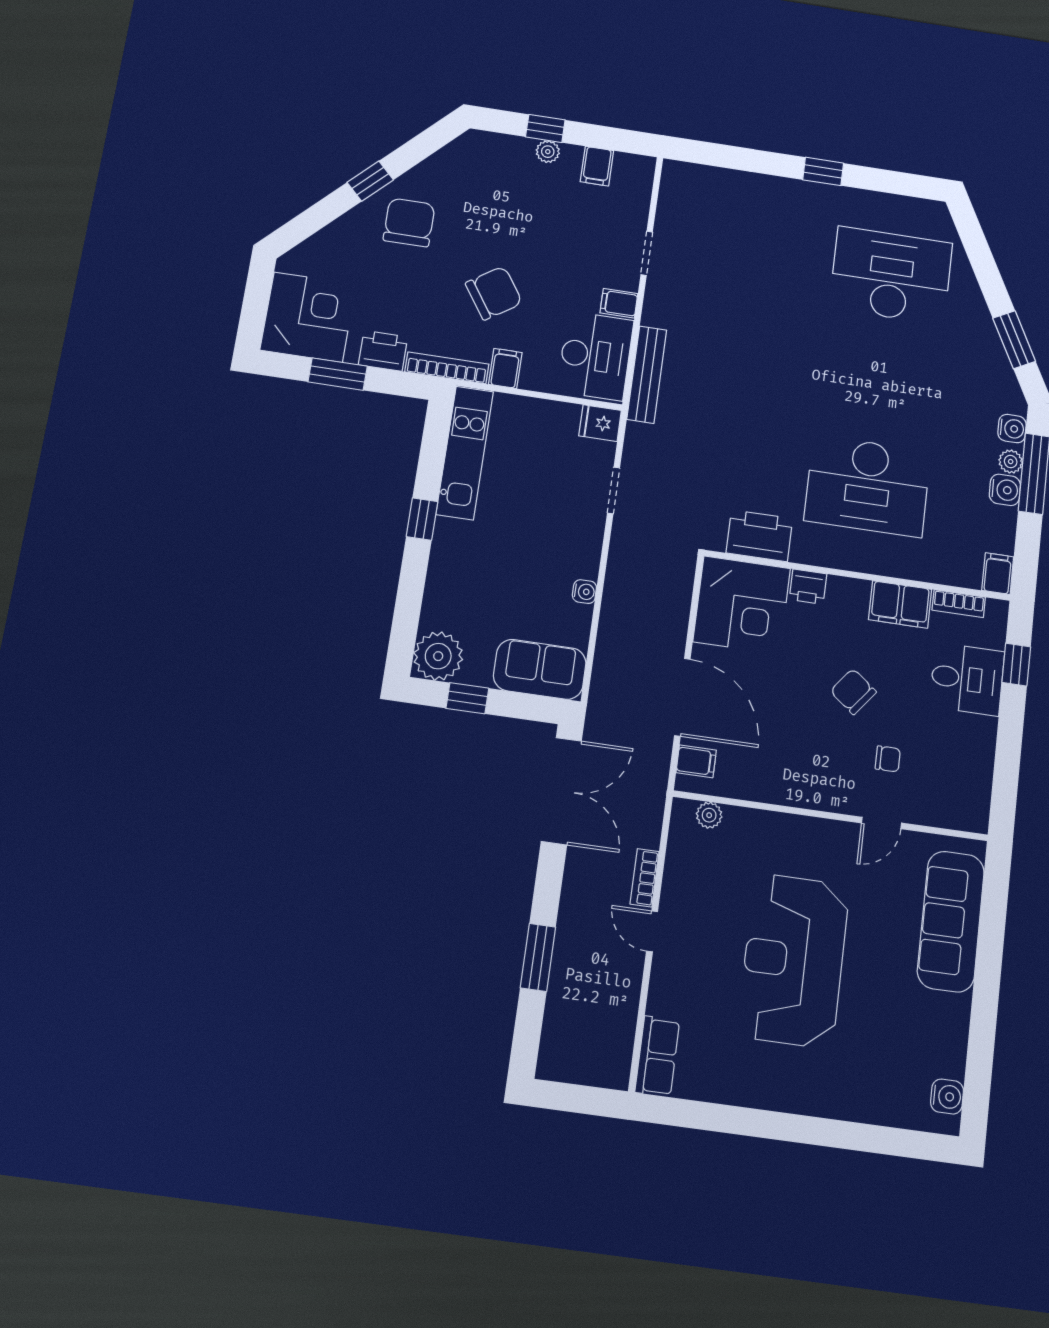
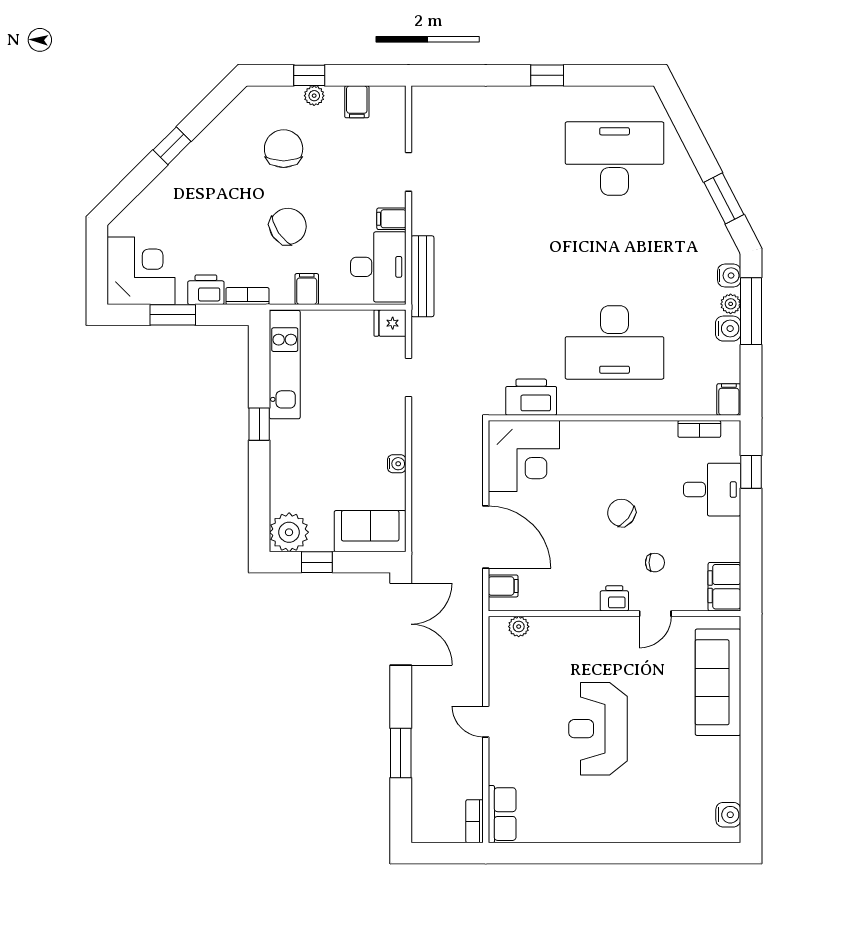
chair: (409, 222) -> (284, 149), moved
bookcase: (447, 368) -> (247, 296), width x0.64
printer: (808, 587) -> (614, 598), moved, turned 180
filing cabinet: (900, 604) -> (724, 587), moved, turned 90
bookcase: (645, 878) -> (475, 821), moved
reception desk: (793, 960) -> (598, 729), width x0.74, depth x0.77

